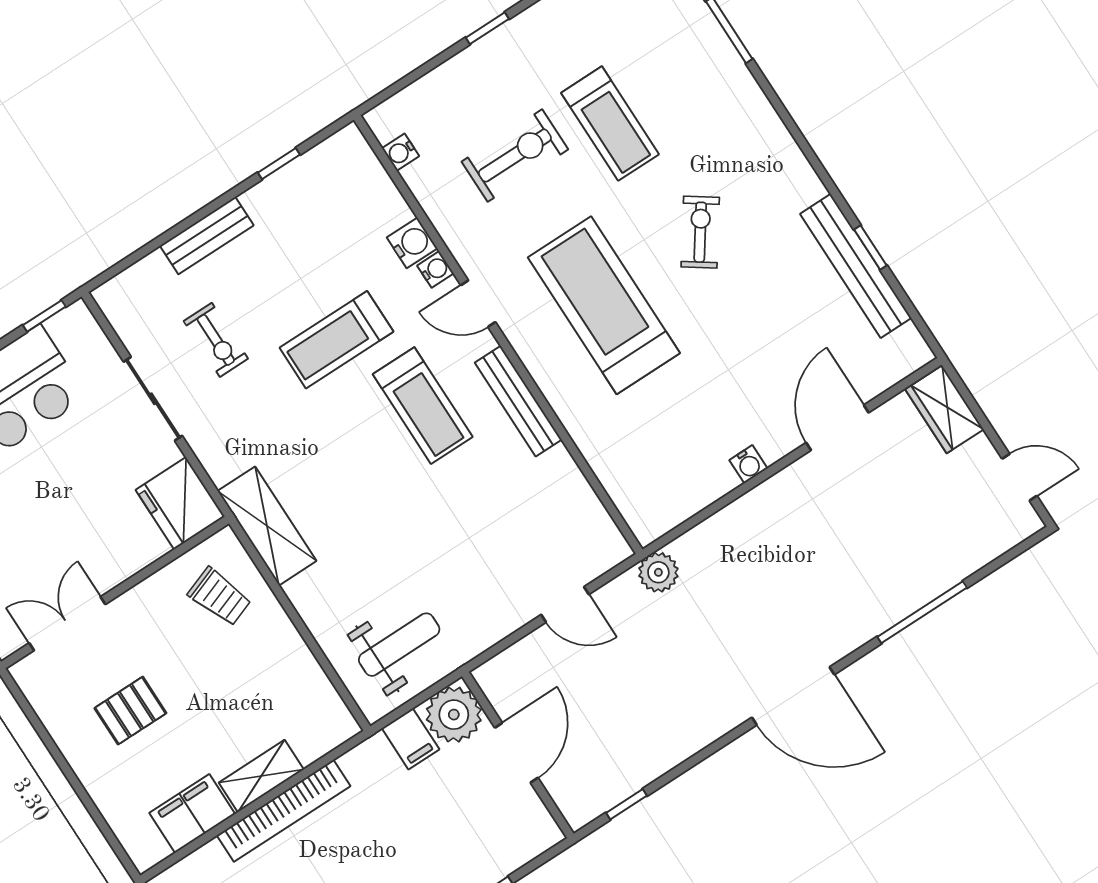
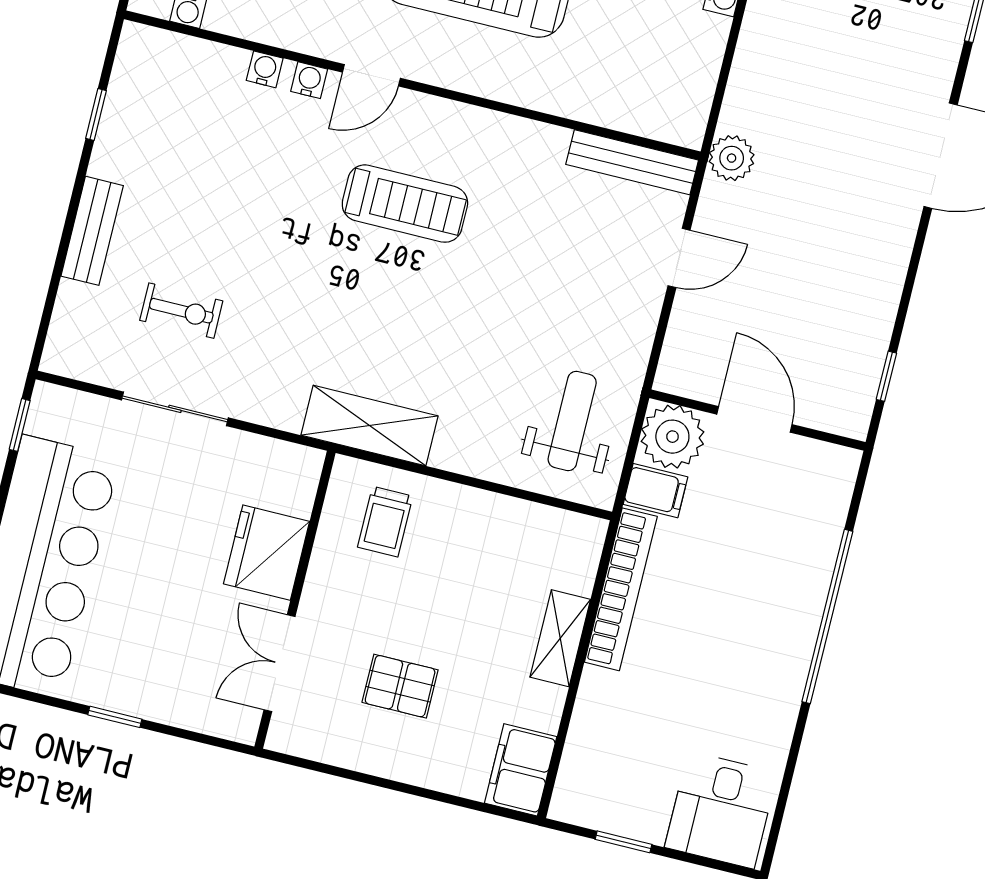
water cooler: (412, 243) -> (265, 69), width x0.72, depth x0.72
treadmill: (337, 340) -> (282, 216), removed
bench: (518, 401) -> (632, 162), moved
fridge: (180, 503) -> (267, 553), moved, turned 90
trolley: (220, 597) -> (385, 522), turned 110
pallet: (130, 711) -> (400, 686), turned 90
bookcase: (284, 811) -> (621, 589), moved
filing cabinet: (192, 814) -> (521, 770), moved

